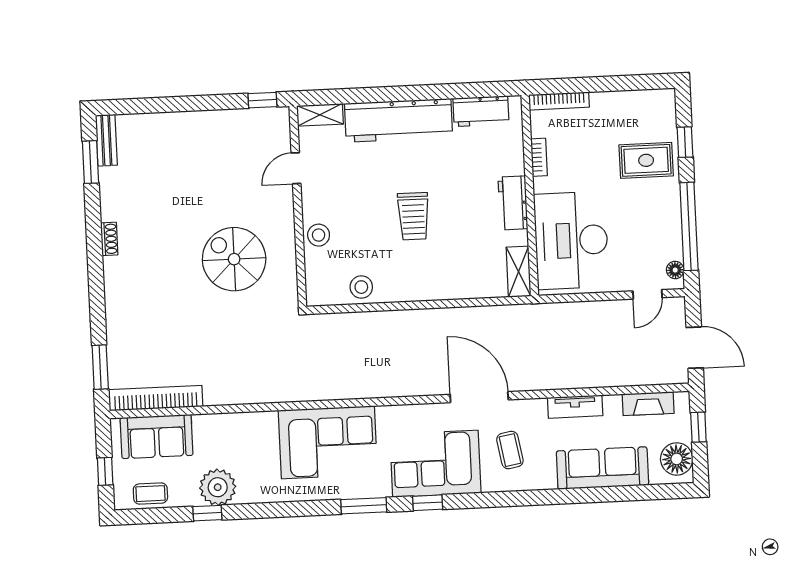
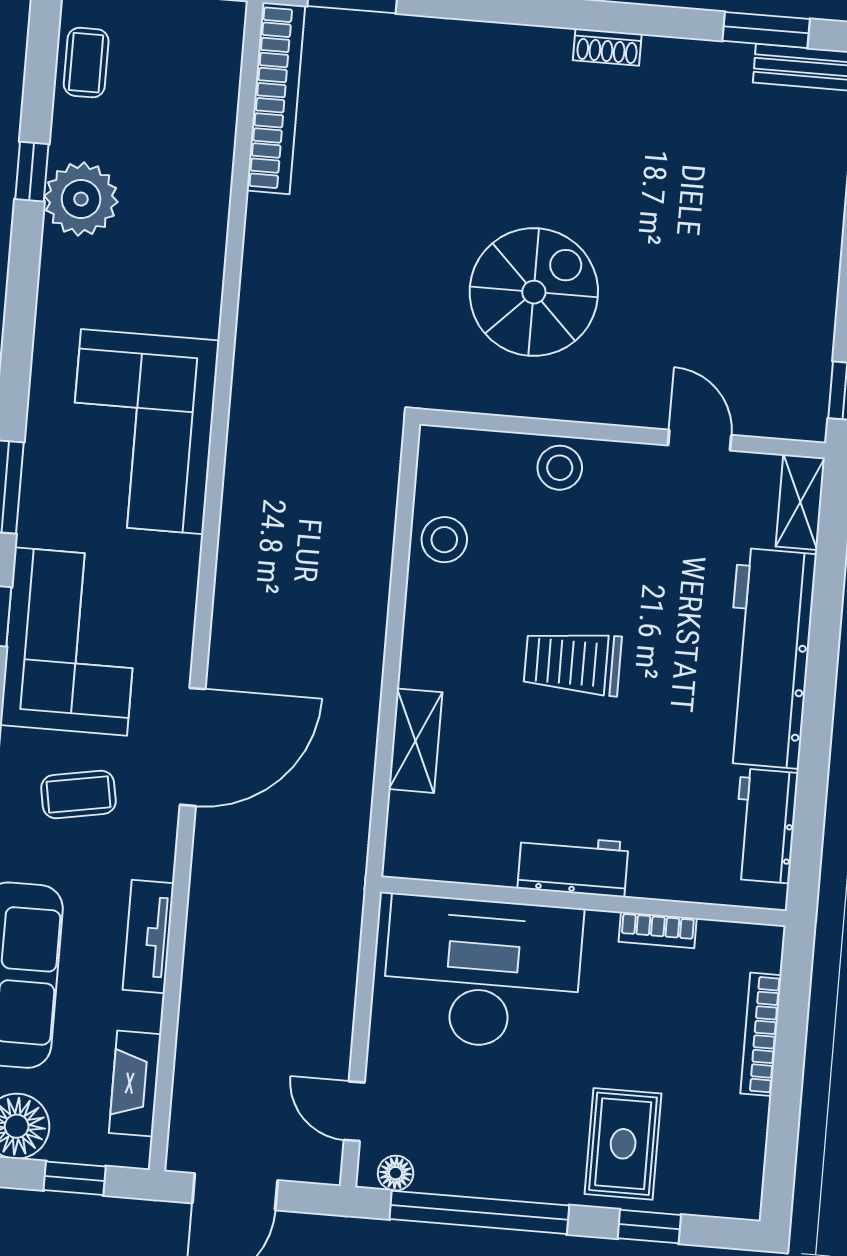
bookcase: (559, 101) -> (761, 1034), moved
shelving: (518, 272) -> (415, 741), moved, turned 90
sofa: (157, 436) -> (199, 90), removed

